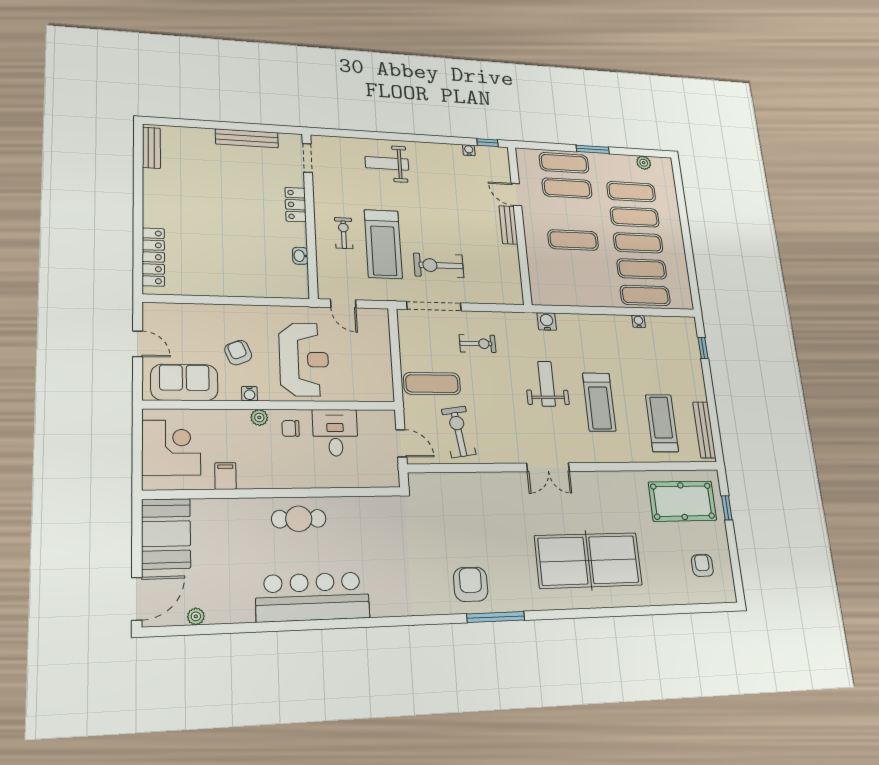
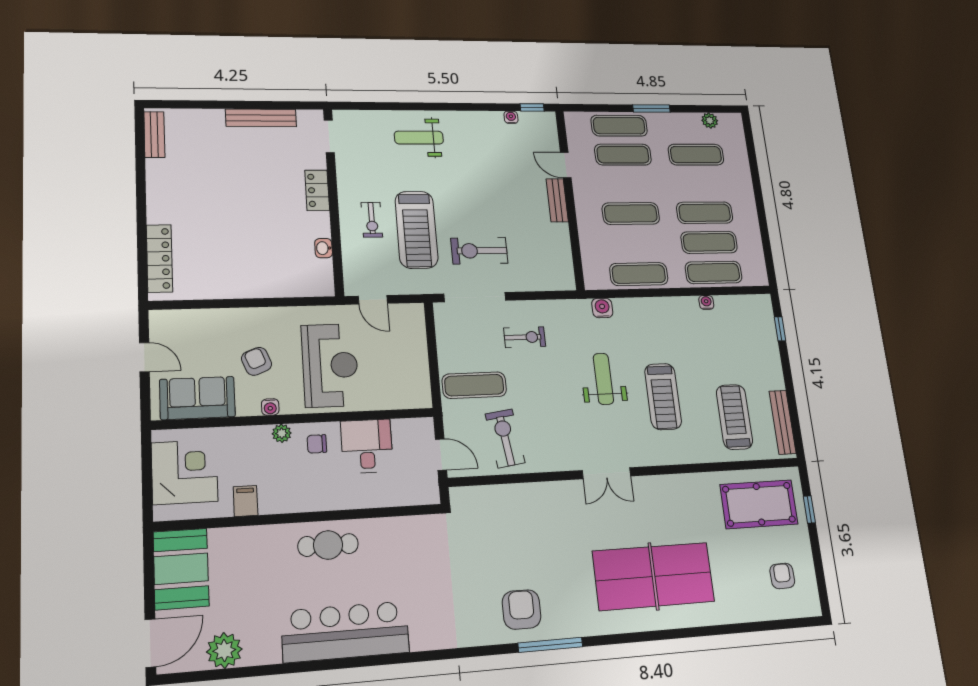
exercise mat: (635, 217) -> (639, 274), moved
exercise bike: (344, 233) -> (372, 220), turned 180
plant: (196, 616) -> (224, 650), width x1.88, depth x1.88

